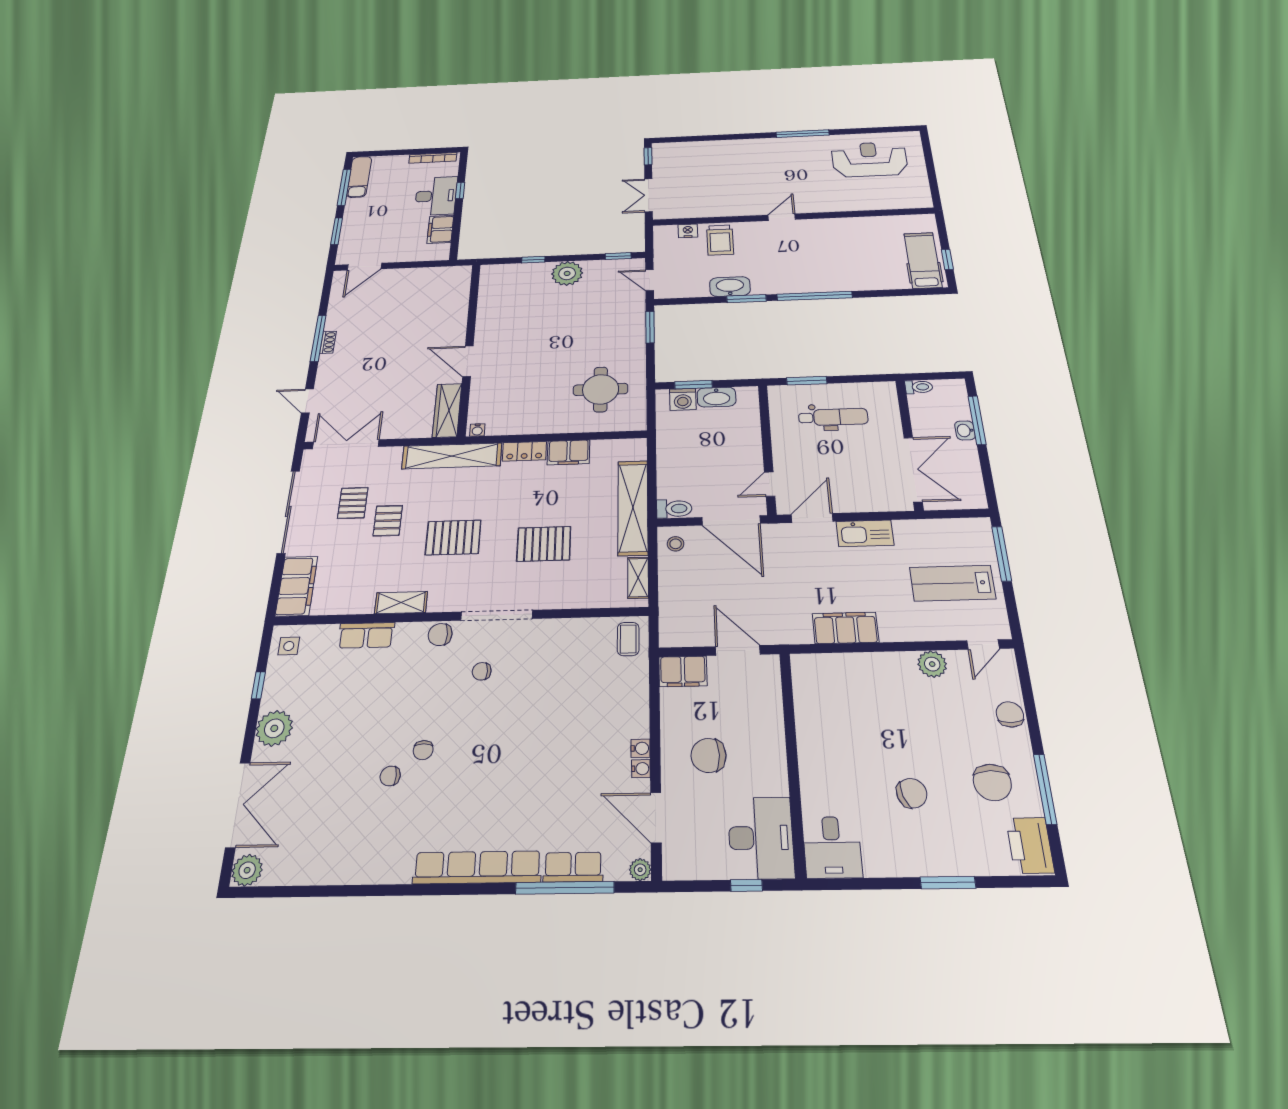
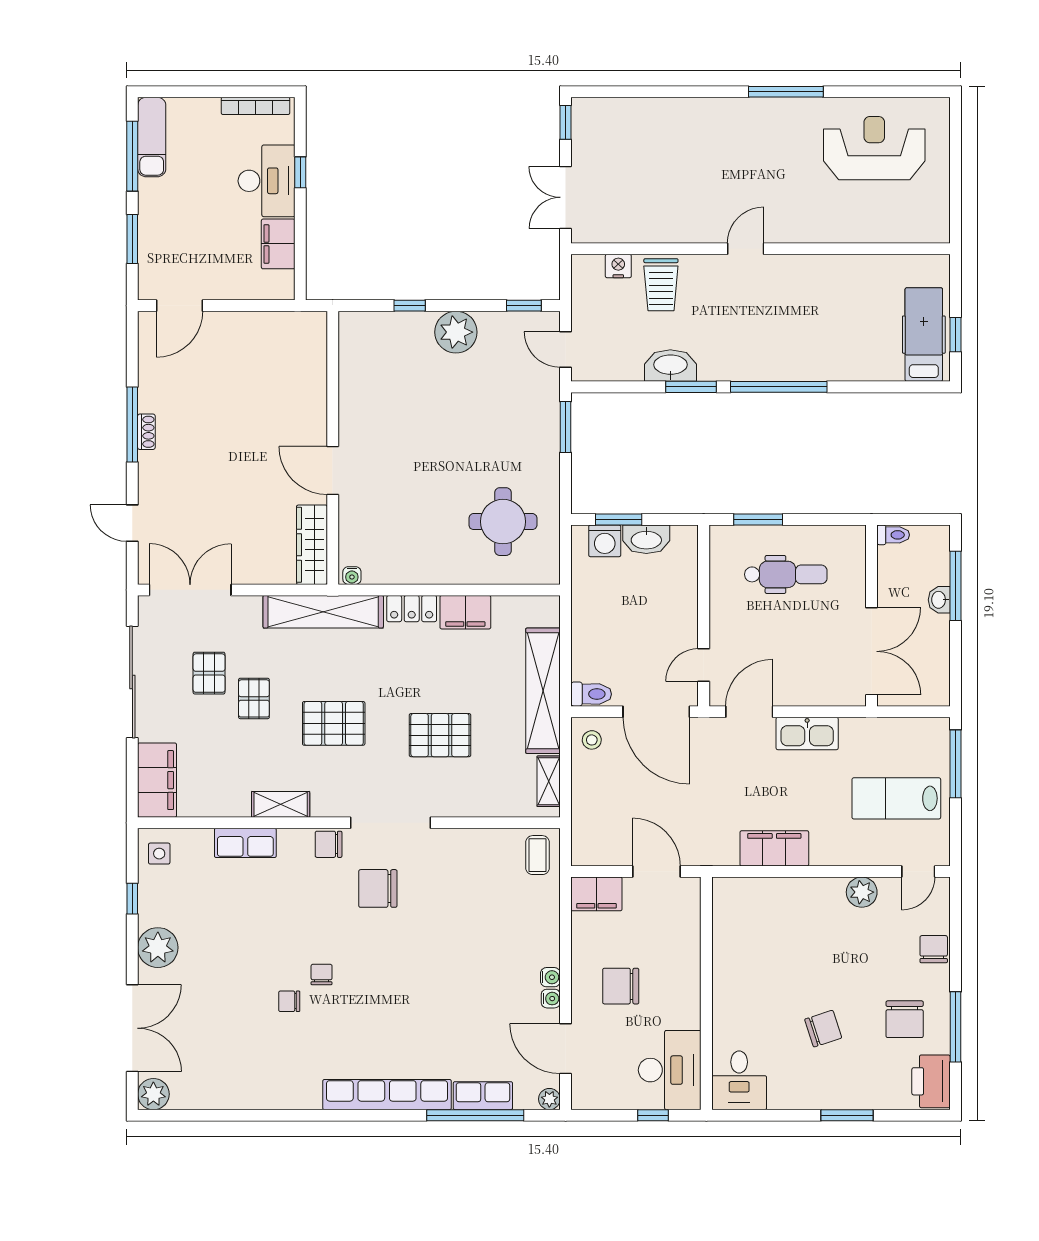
chair: (482, 671) -> (378, 888), width x1.87, depth x1.87
chair: (423, 750) -> (322, 975), turned 180

